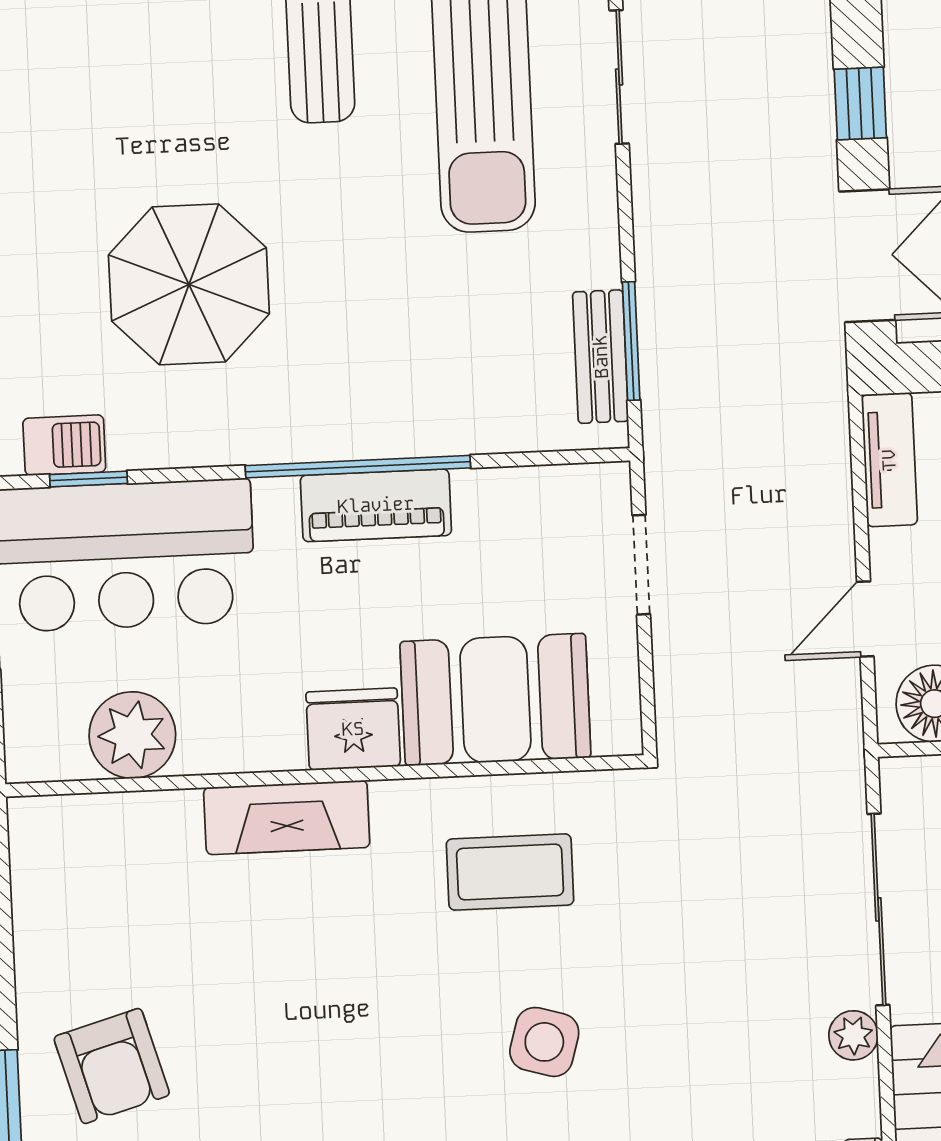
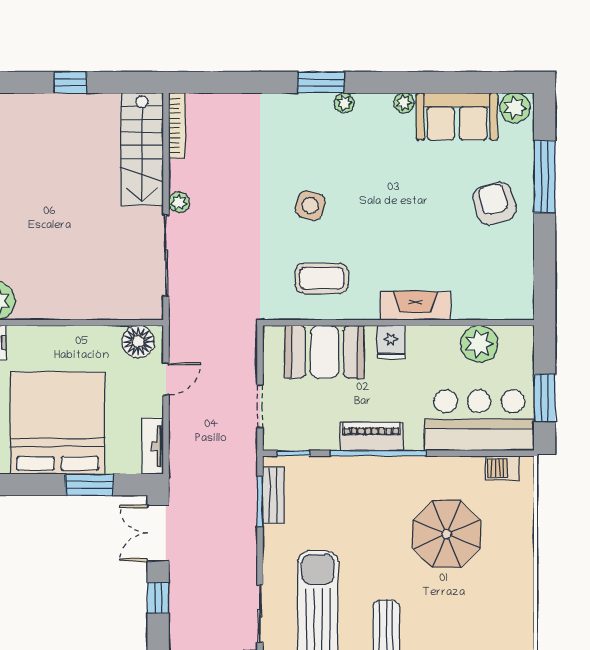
window: (89, 479) -> (293, 453), moved
fridge: (353, 729) -> (391, 342), width x0.72

